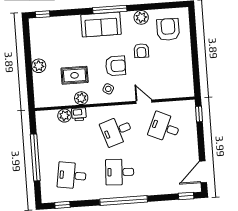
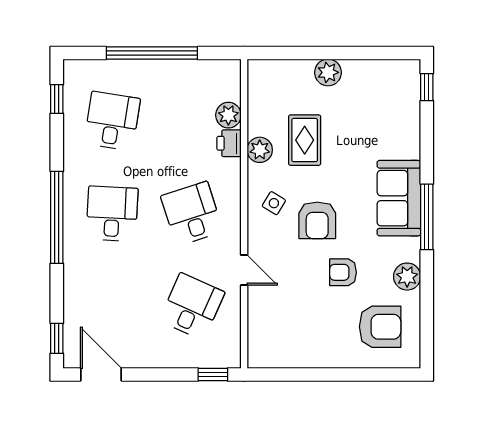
door: (144, 102) -> (244, 270), hinge flipped

